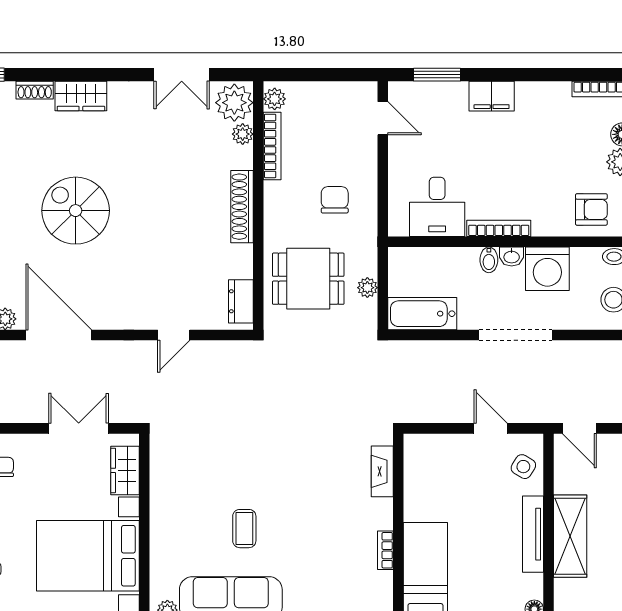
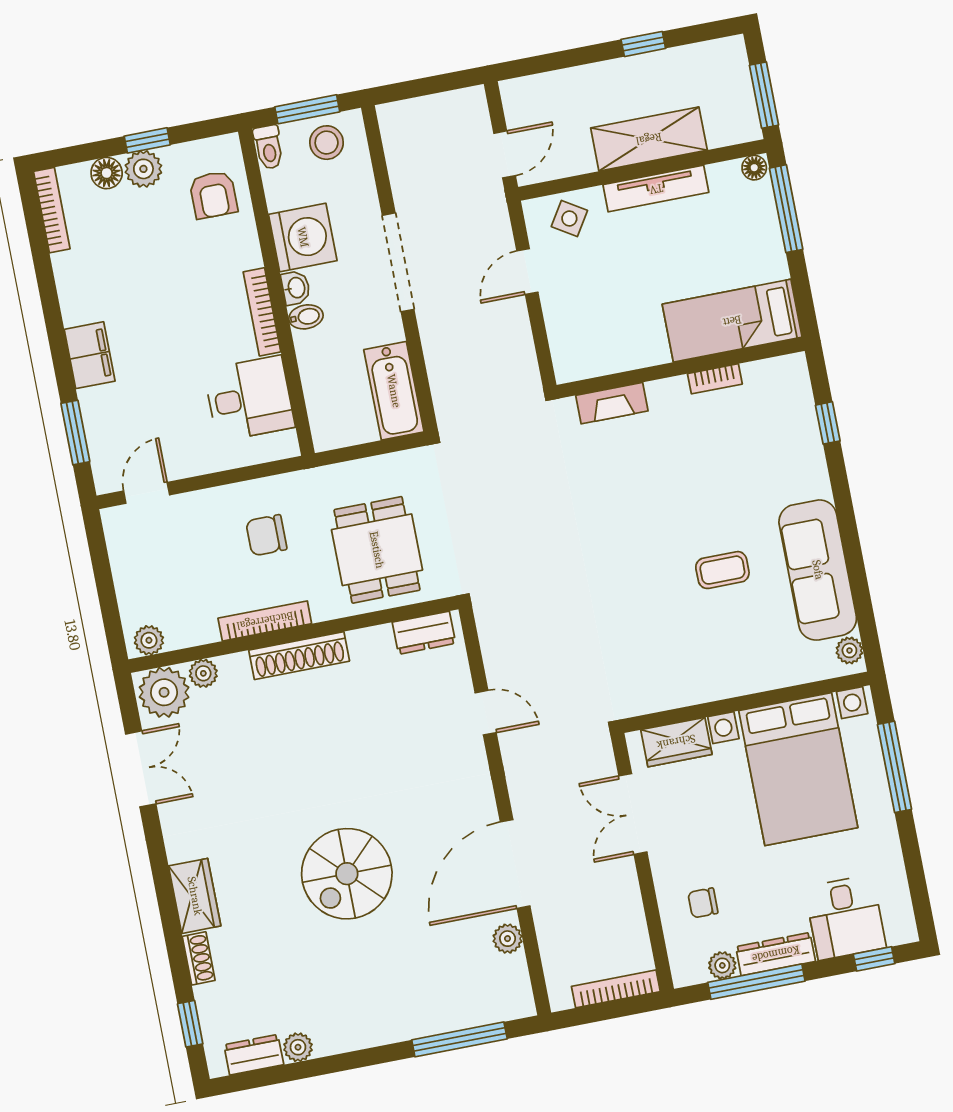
bookcase: (272, 146) -> (265, 621), moved
armchair: (591, 209) -> (213, 195), turned 180
plant: (367, 288) -> (374, 470), removed

